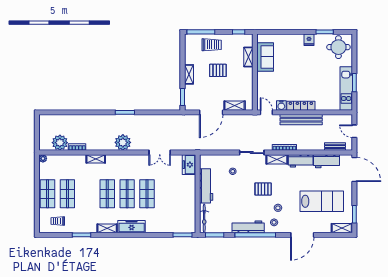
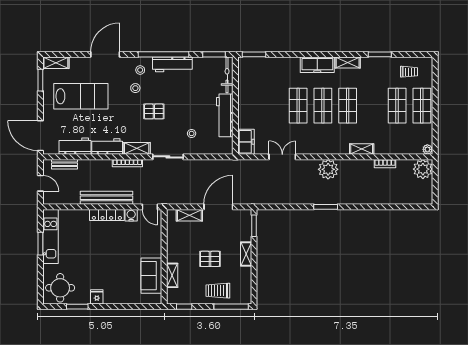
plant: (60, 143) -> (423, 169), moved
lab bench: (322, 201) -> (81, 96), turned 180

